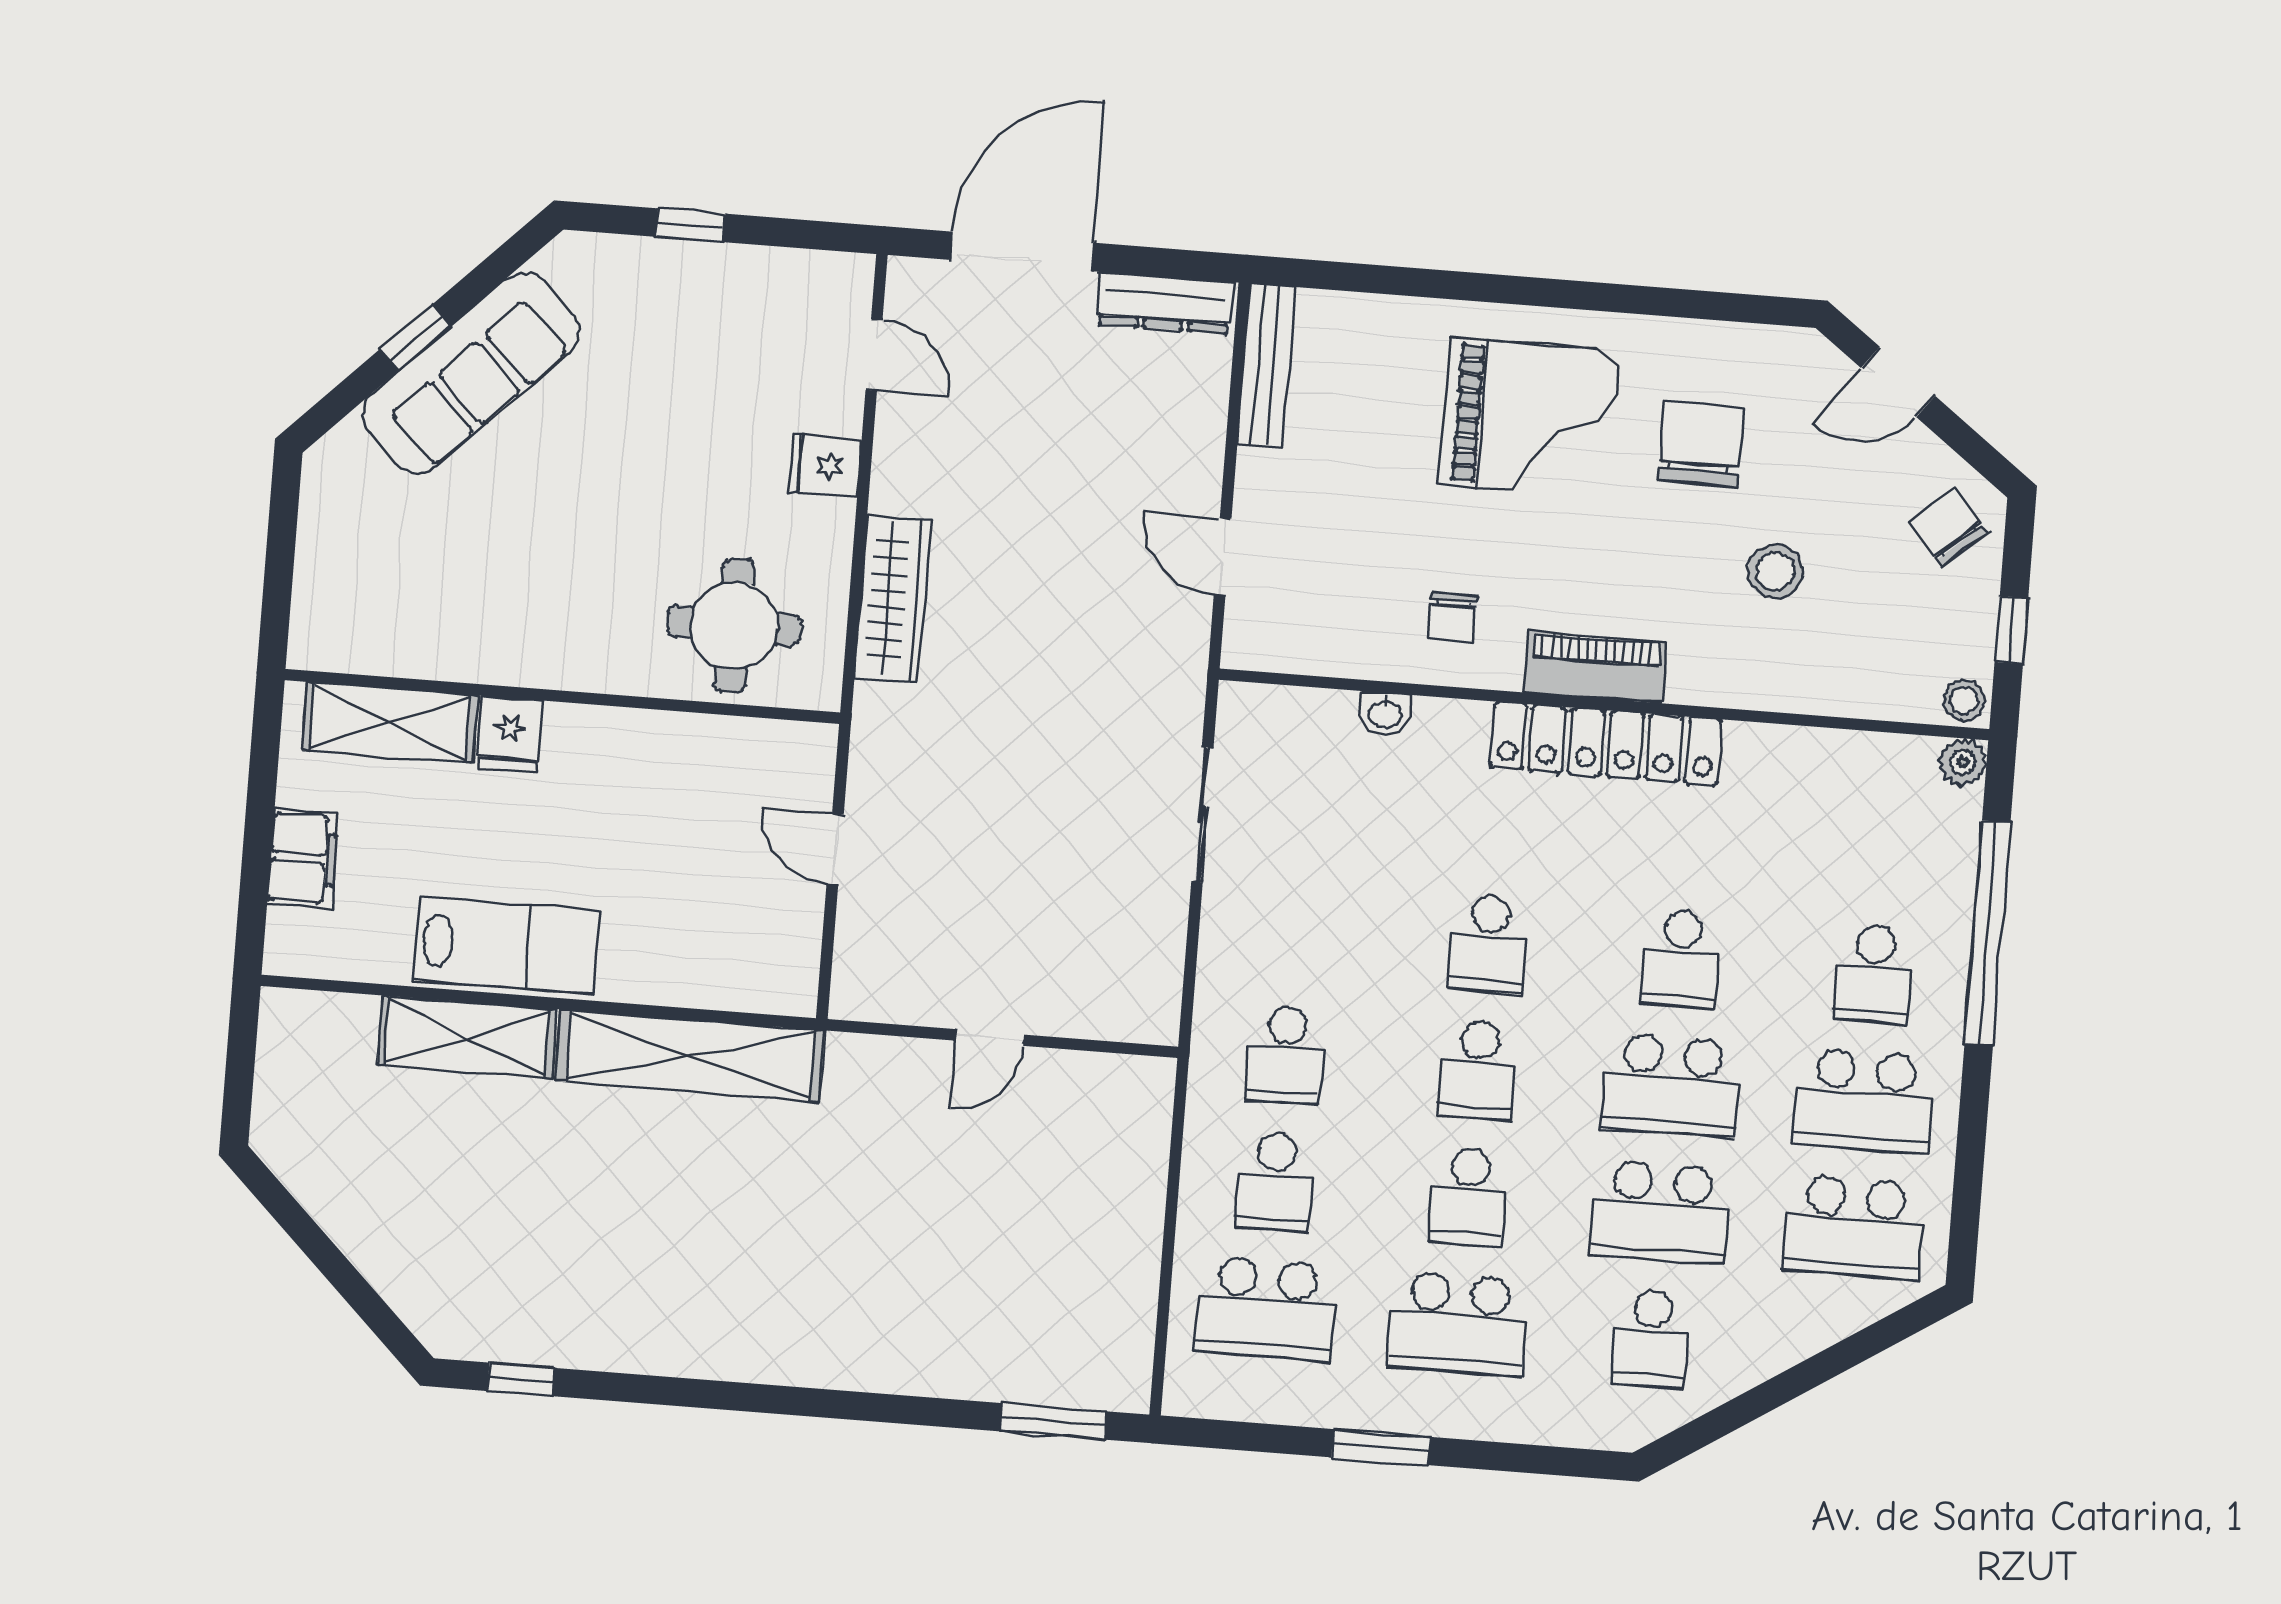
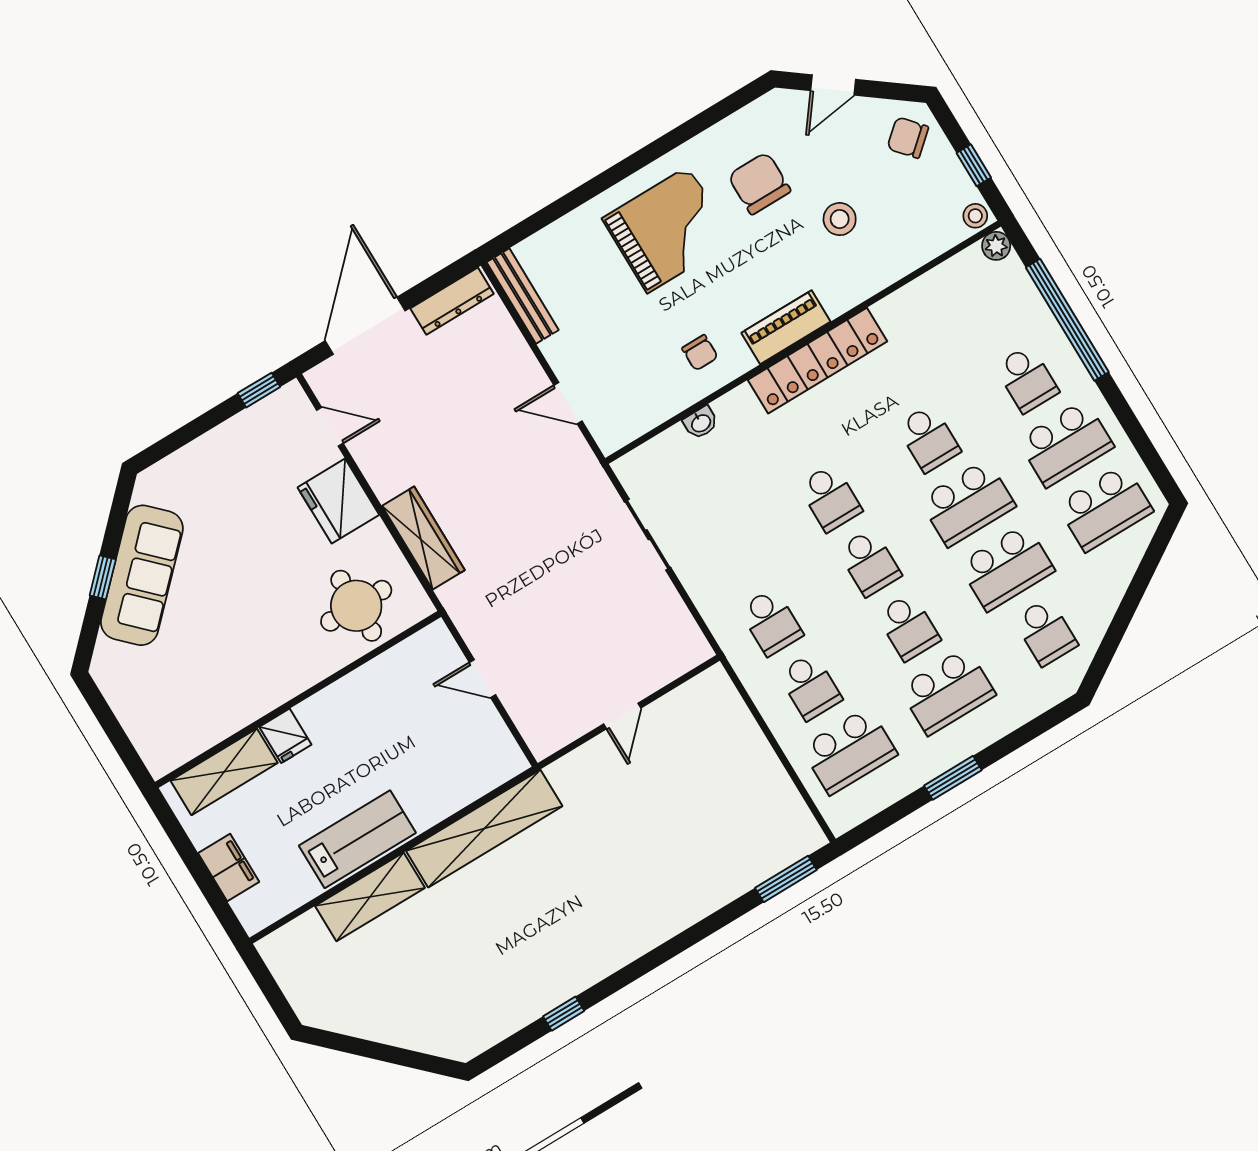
window: (690, 225) -> (259, 390), moved
fridge: (824, 466) -> (338, 501), width x1.88, depth x1.34
window: (521, 1379) -> (564, 1014), moved

